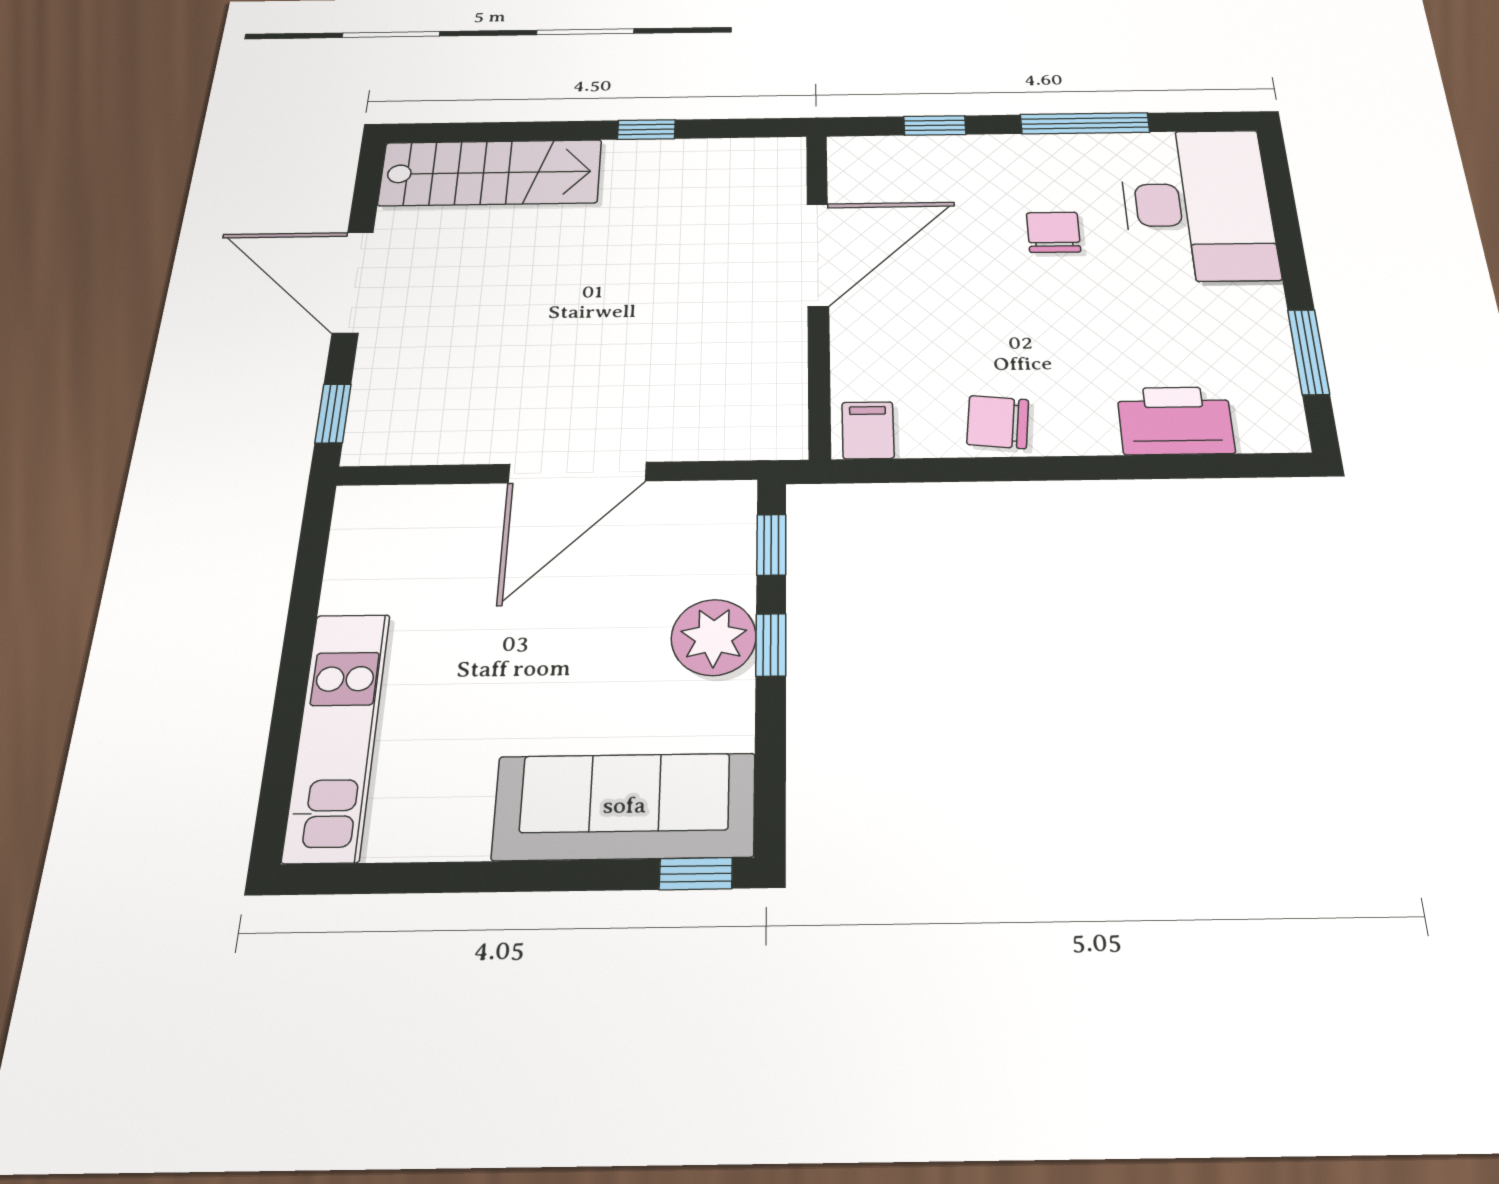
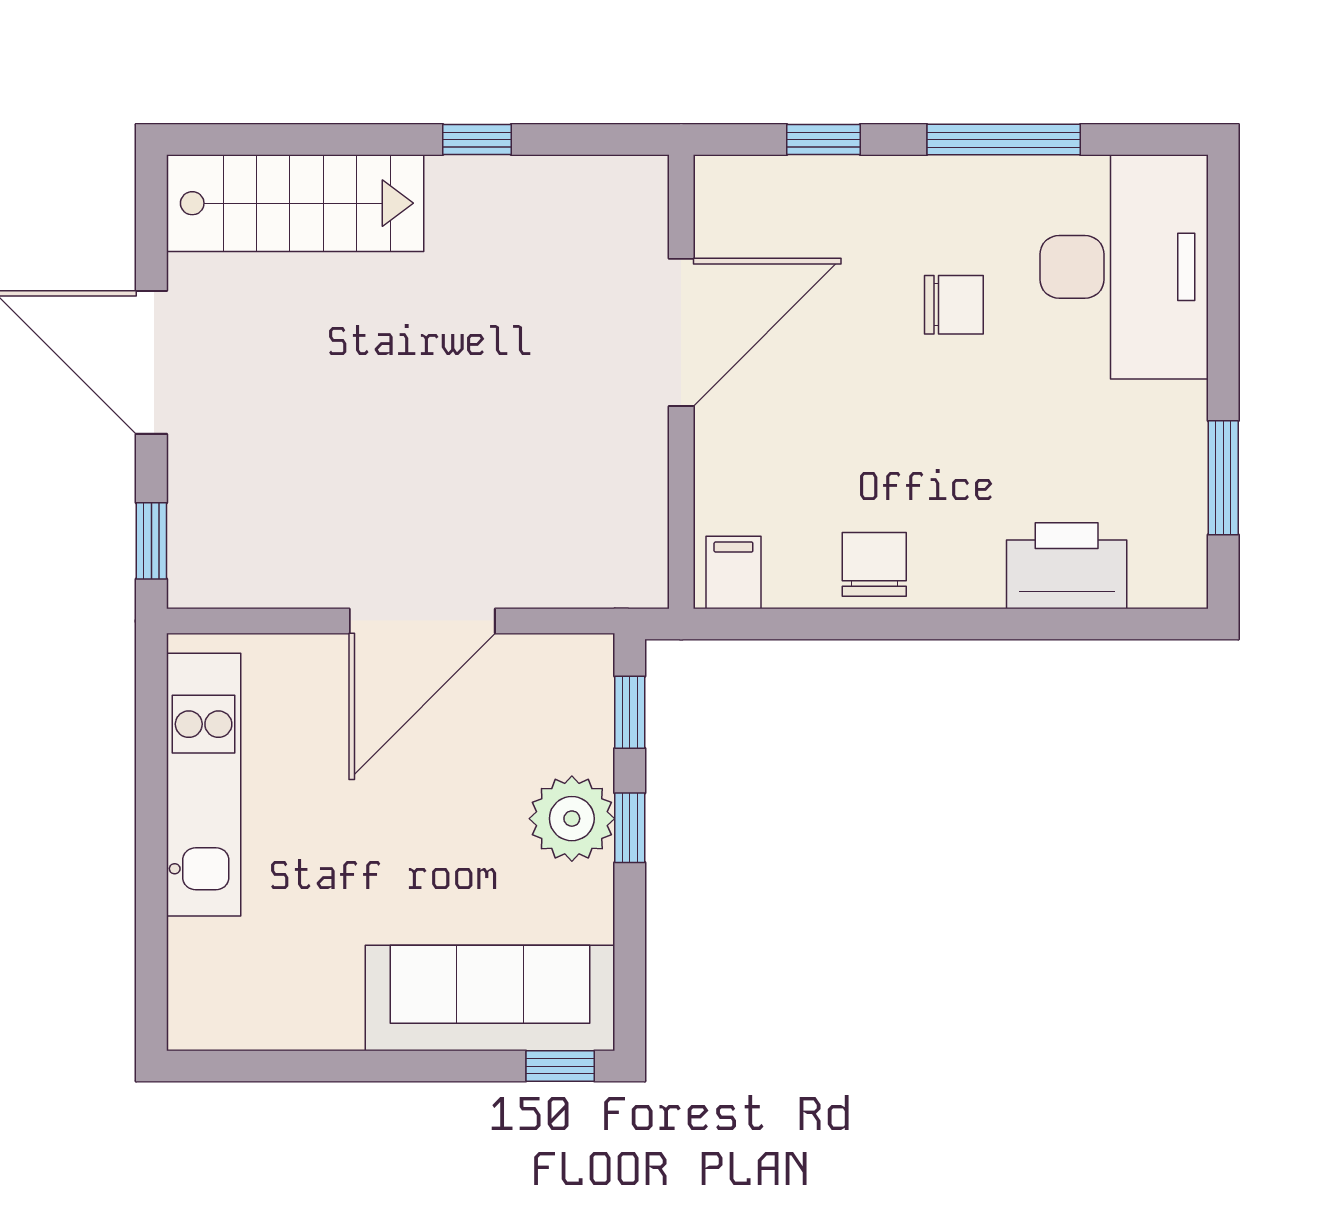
chair: (1054, 232) -> (954, 305), turned 90
chair: (998, 422) -> (874, 564), turned 84
kitchen unit: (337, 735) -> (204, 785), moved

